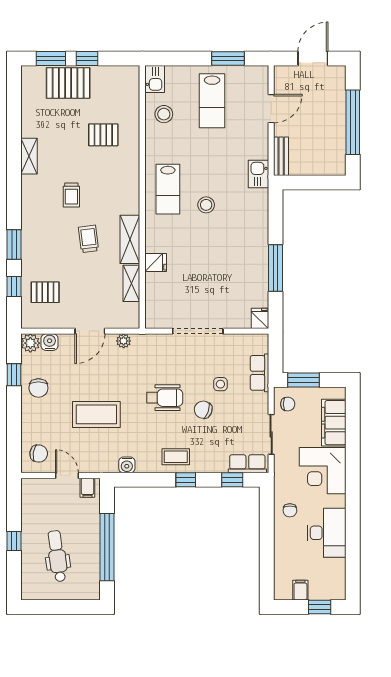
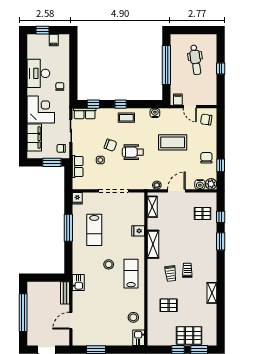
lab bench: (212, 101) -> (94, 230), moved, turned 180
trolley: (89, 239) -> (171, 273), moved
shelving: (131, 283) -> (152, 207), moved

